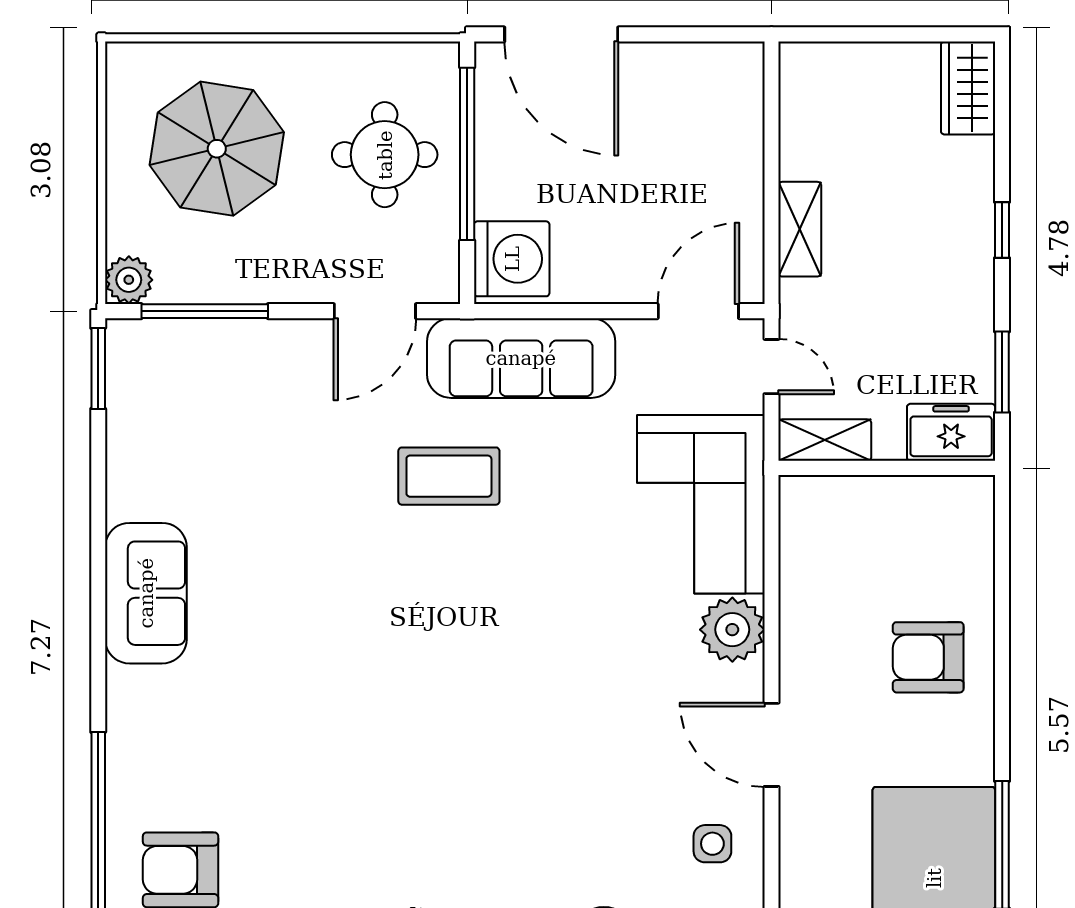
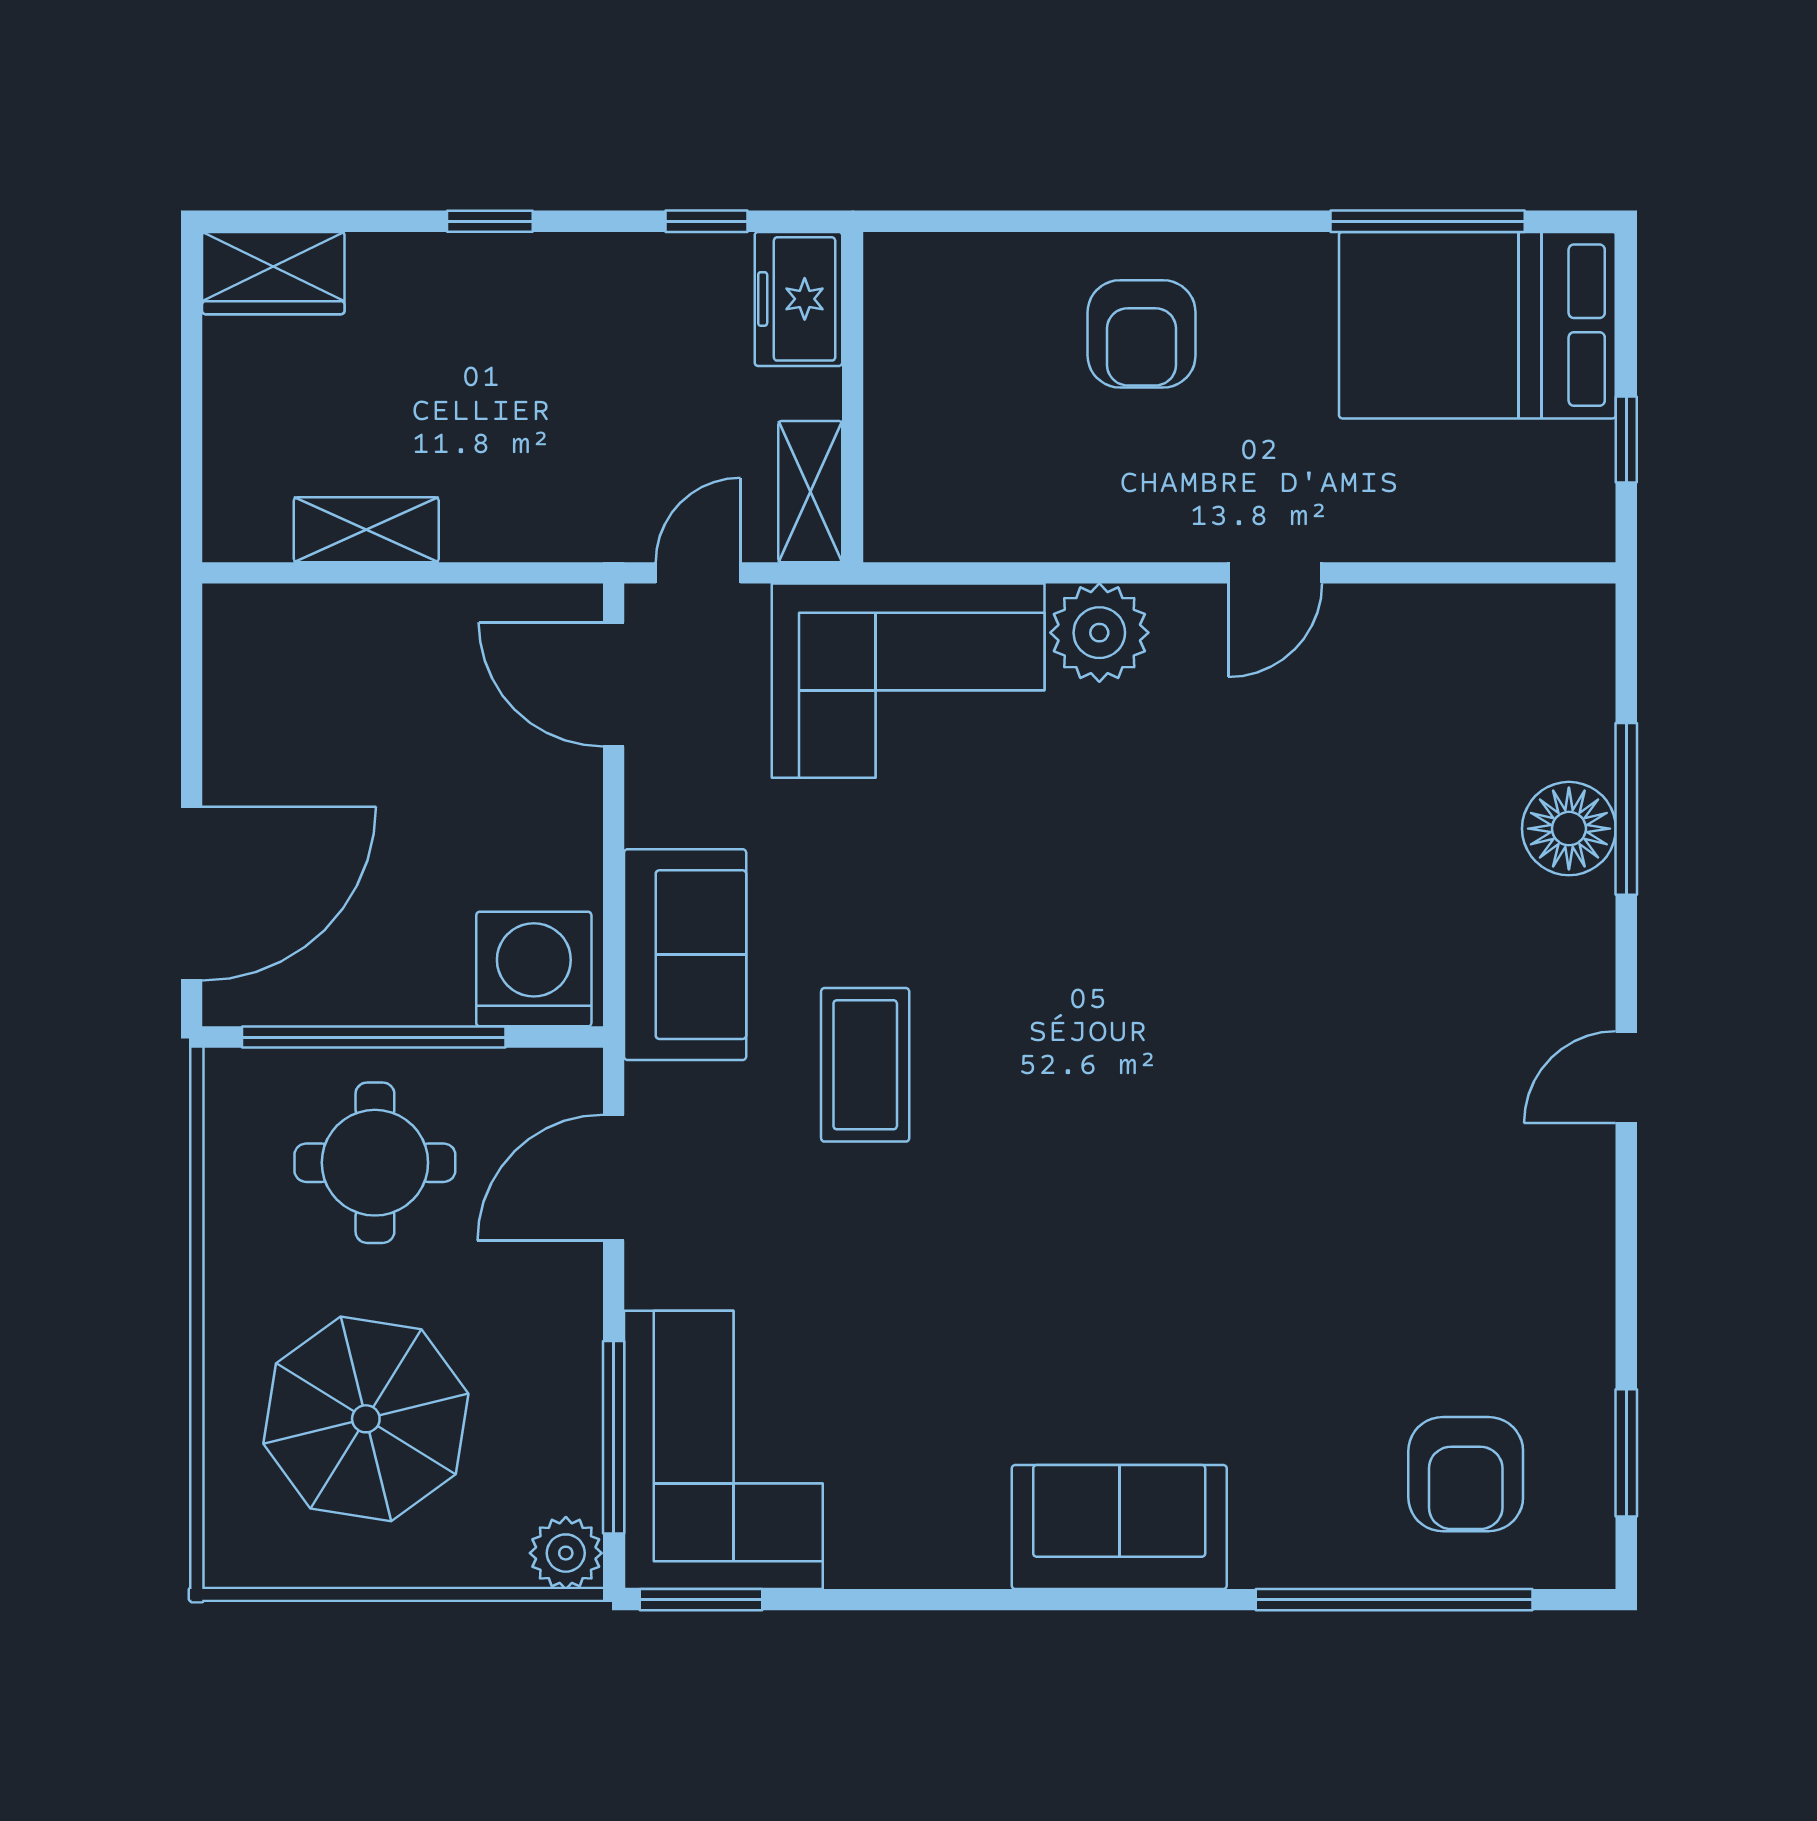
shelving: (800, 229) -> (366, 530), moved
door: (375, 311) -> (614, 1178), swing flipped
sofa: (521, 358) -> (685, 955), width x0.73
window: (1002, 372) -> (706, 221), width x0.67
corner sofa: (196, 383) -> (723, 1450), added
sofa: (146, 593) -> (1119, 1527), moved
door: (771, 745) -> (1275, 573), width x0.73
side table: (712, 844) -> (1426, 663), removed

